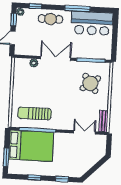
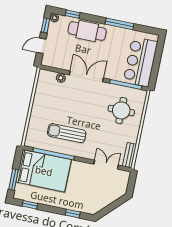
cafe table: (50, 19) -> (87, 31), width x1.37, depth x1.35
bar counter: (92, 23) -> (140, 62), moved, turned 90
round table: (90, 83) -> (121, 110), turned 35
sun lounger: (35, 113) -> (67, 133), moved
window: (34, 178) -> (30, 205), moved

